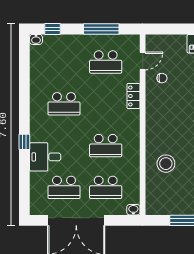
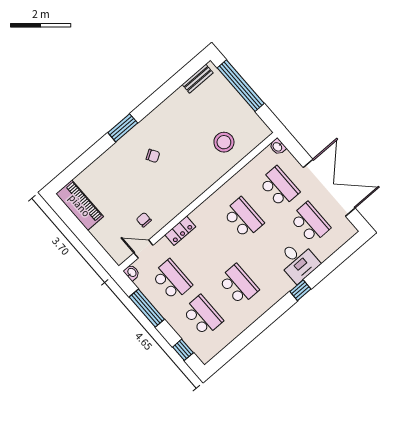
washbasin: (36, 39) -> (132, 273), moved
school desk: (64, 62) -> (203, 316), added
stool: (166, 164) -> (224, 142), moved

